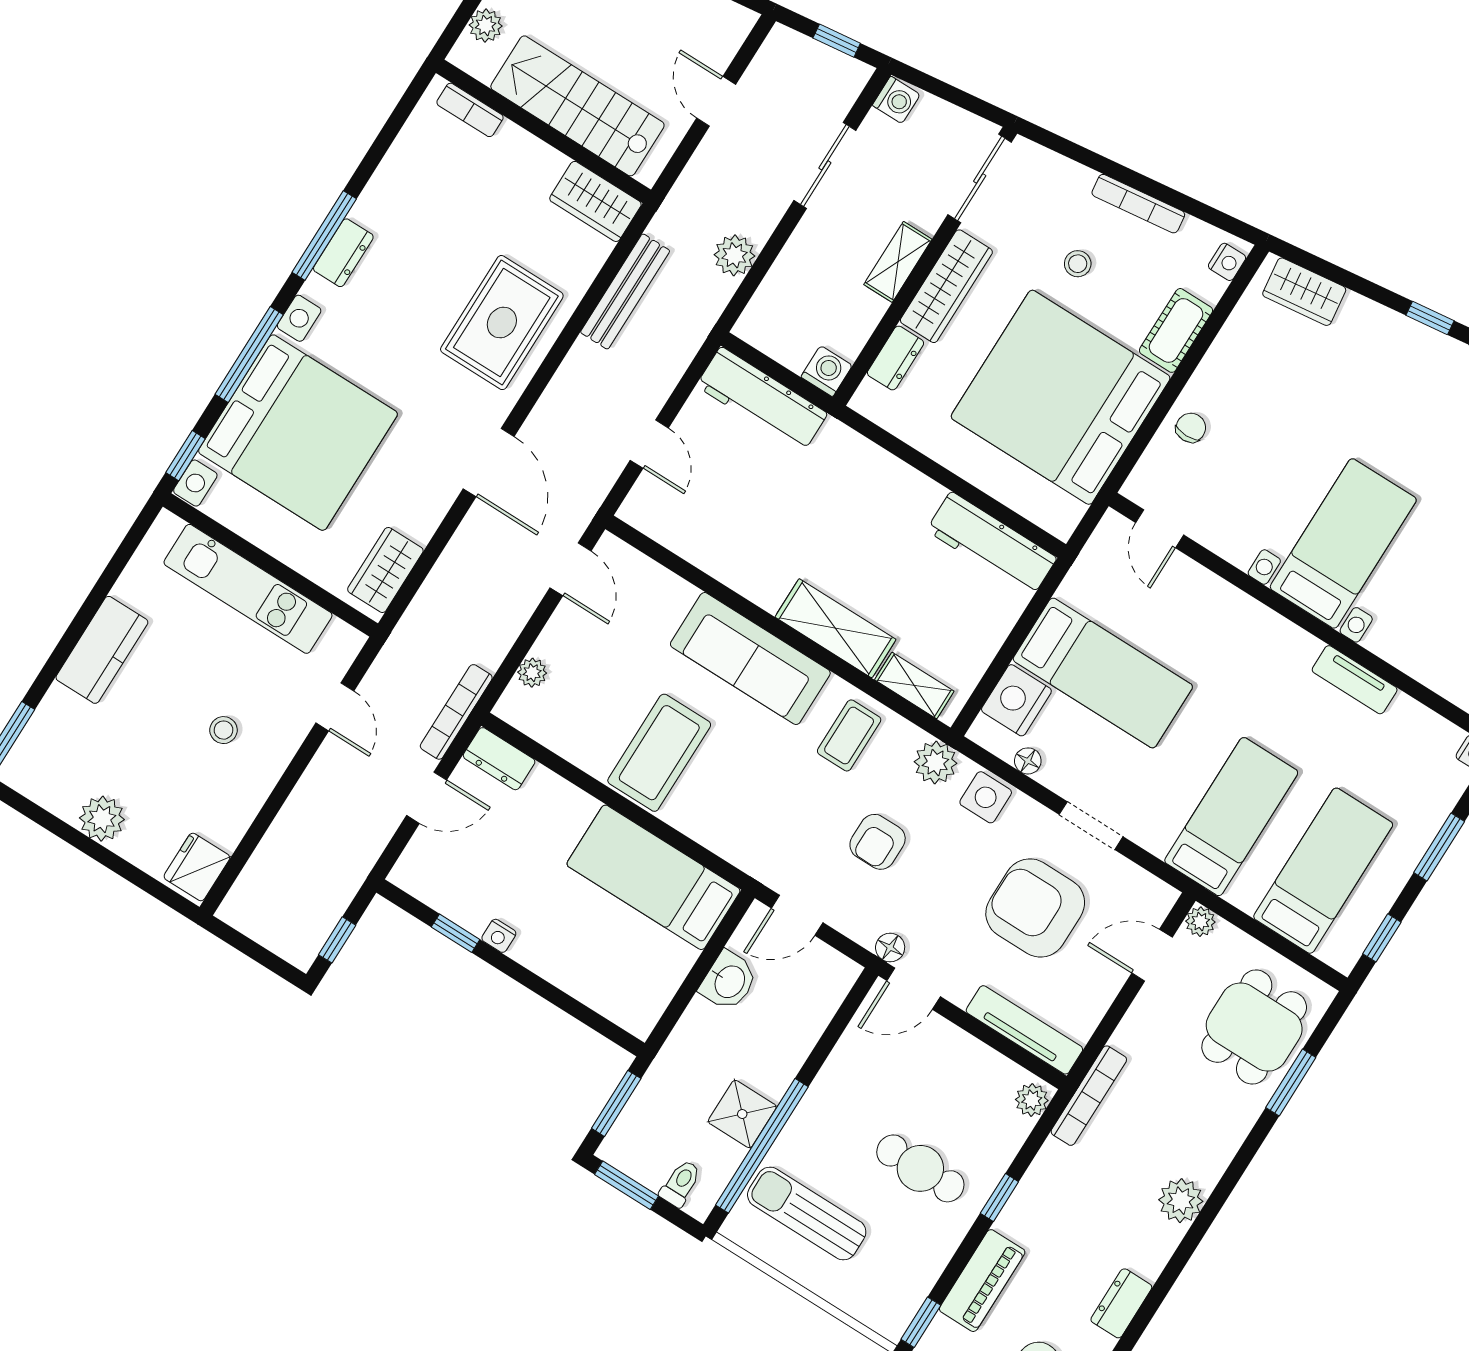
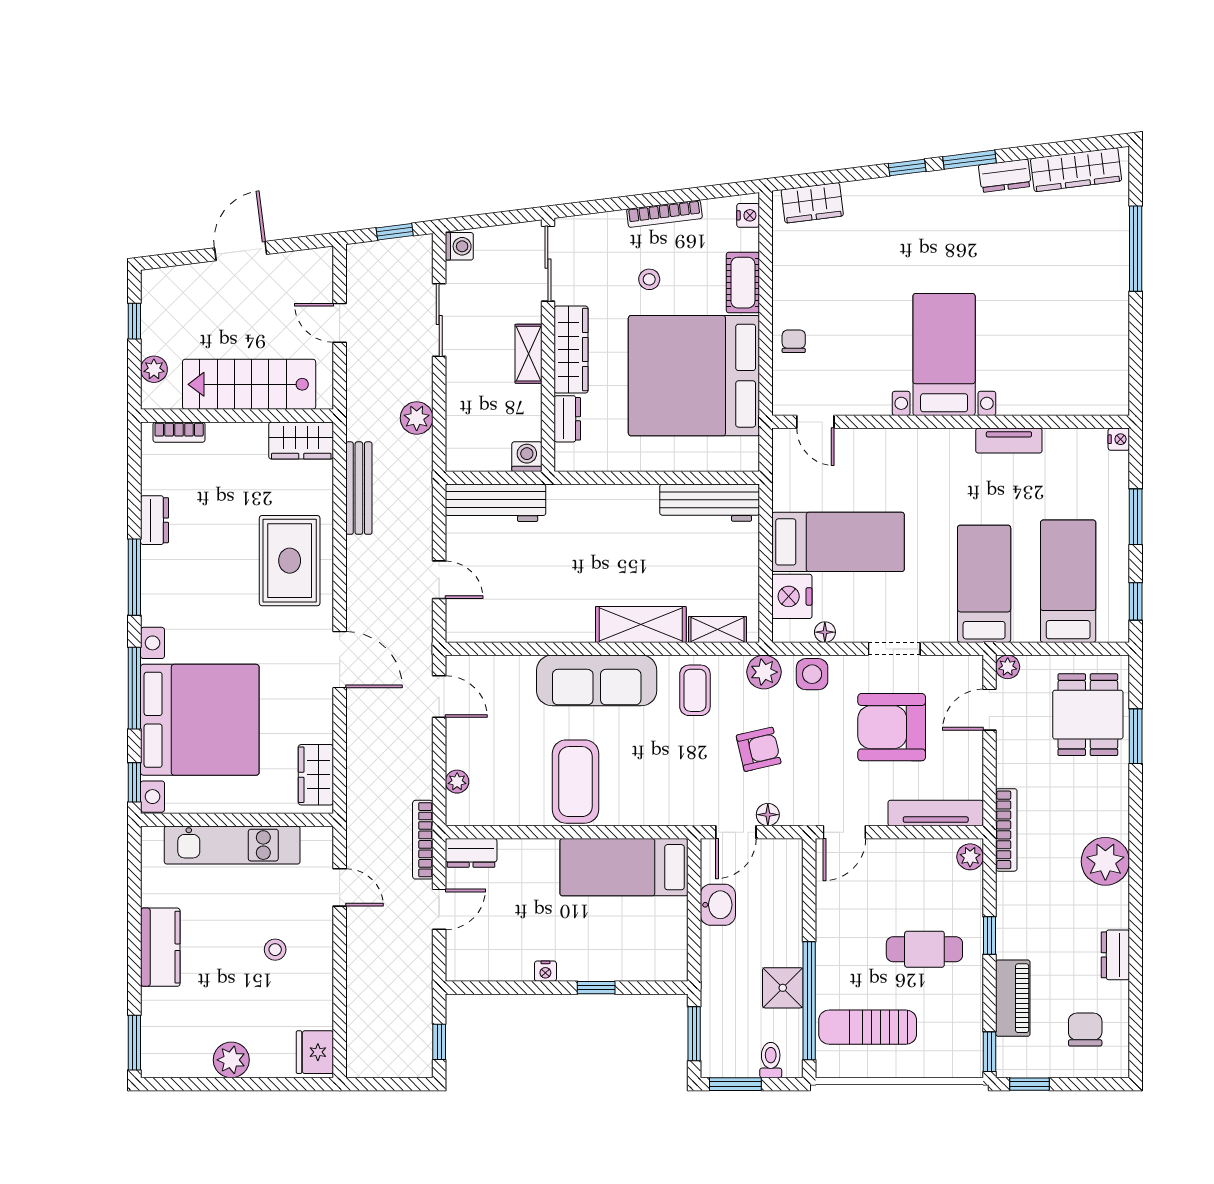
dresser: (343, 253) -> (154, 520), moved
armchair: (878, 842) -> (759, 749), turned -103
window: (456, 933) -> (596, 988), moved
floor lamp: (890, 948) -> (768, 815), moved
plant: (1181, 1201) -> (1105, 861), width x1.36, depth x1.36

